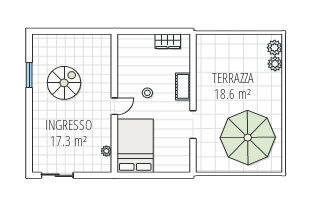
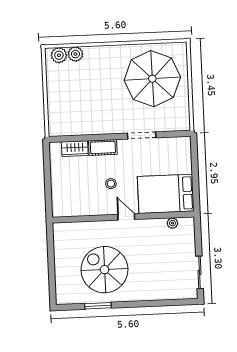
wardrobe: (168, 41) -> (75, 149), moved, turned 90
spiral stairs: (64, 83) -> (104, 270), width x1.37, depth x1.37

